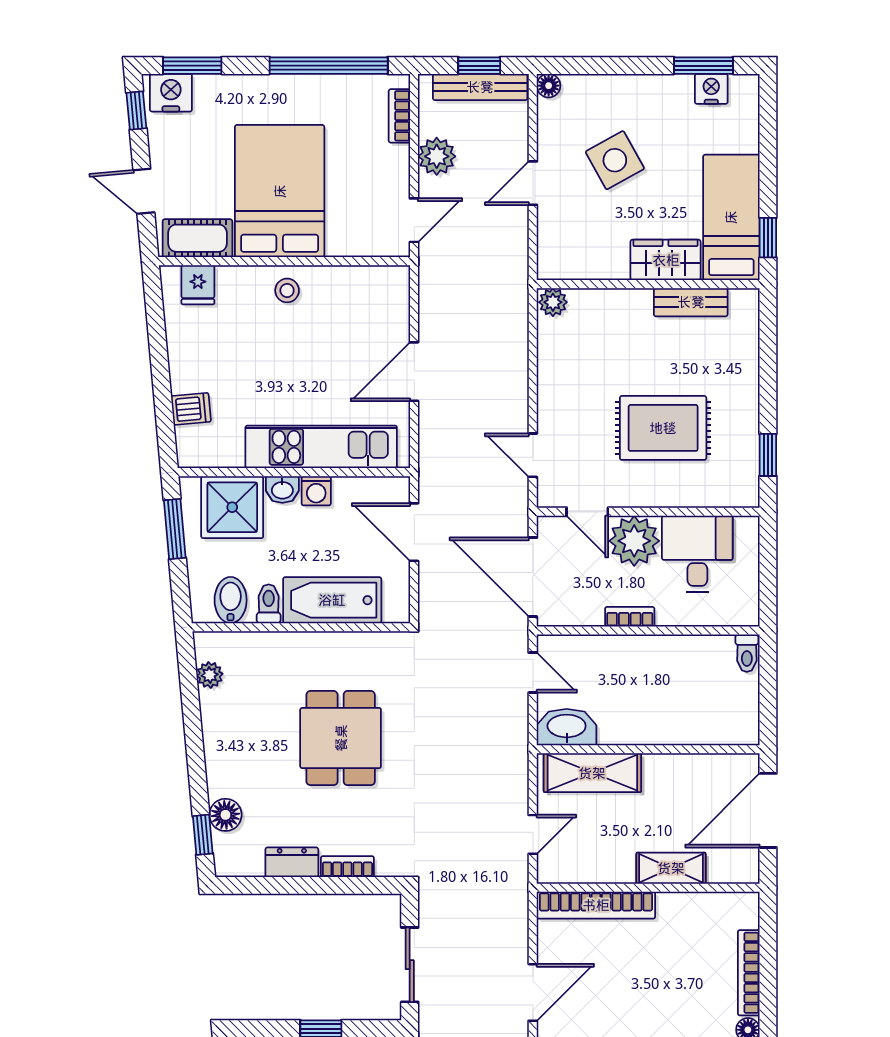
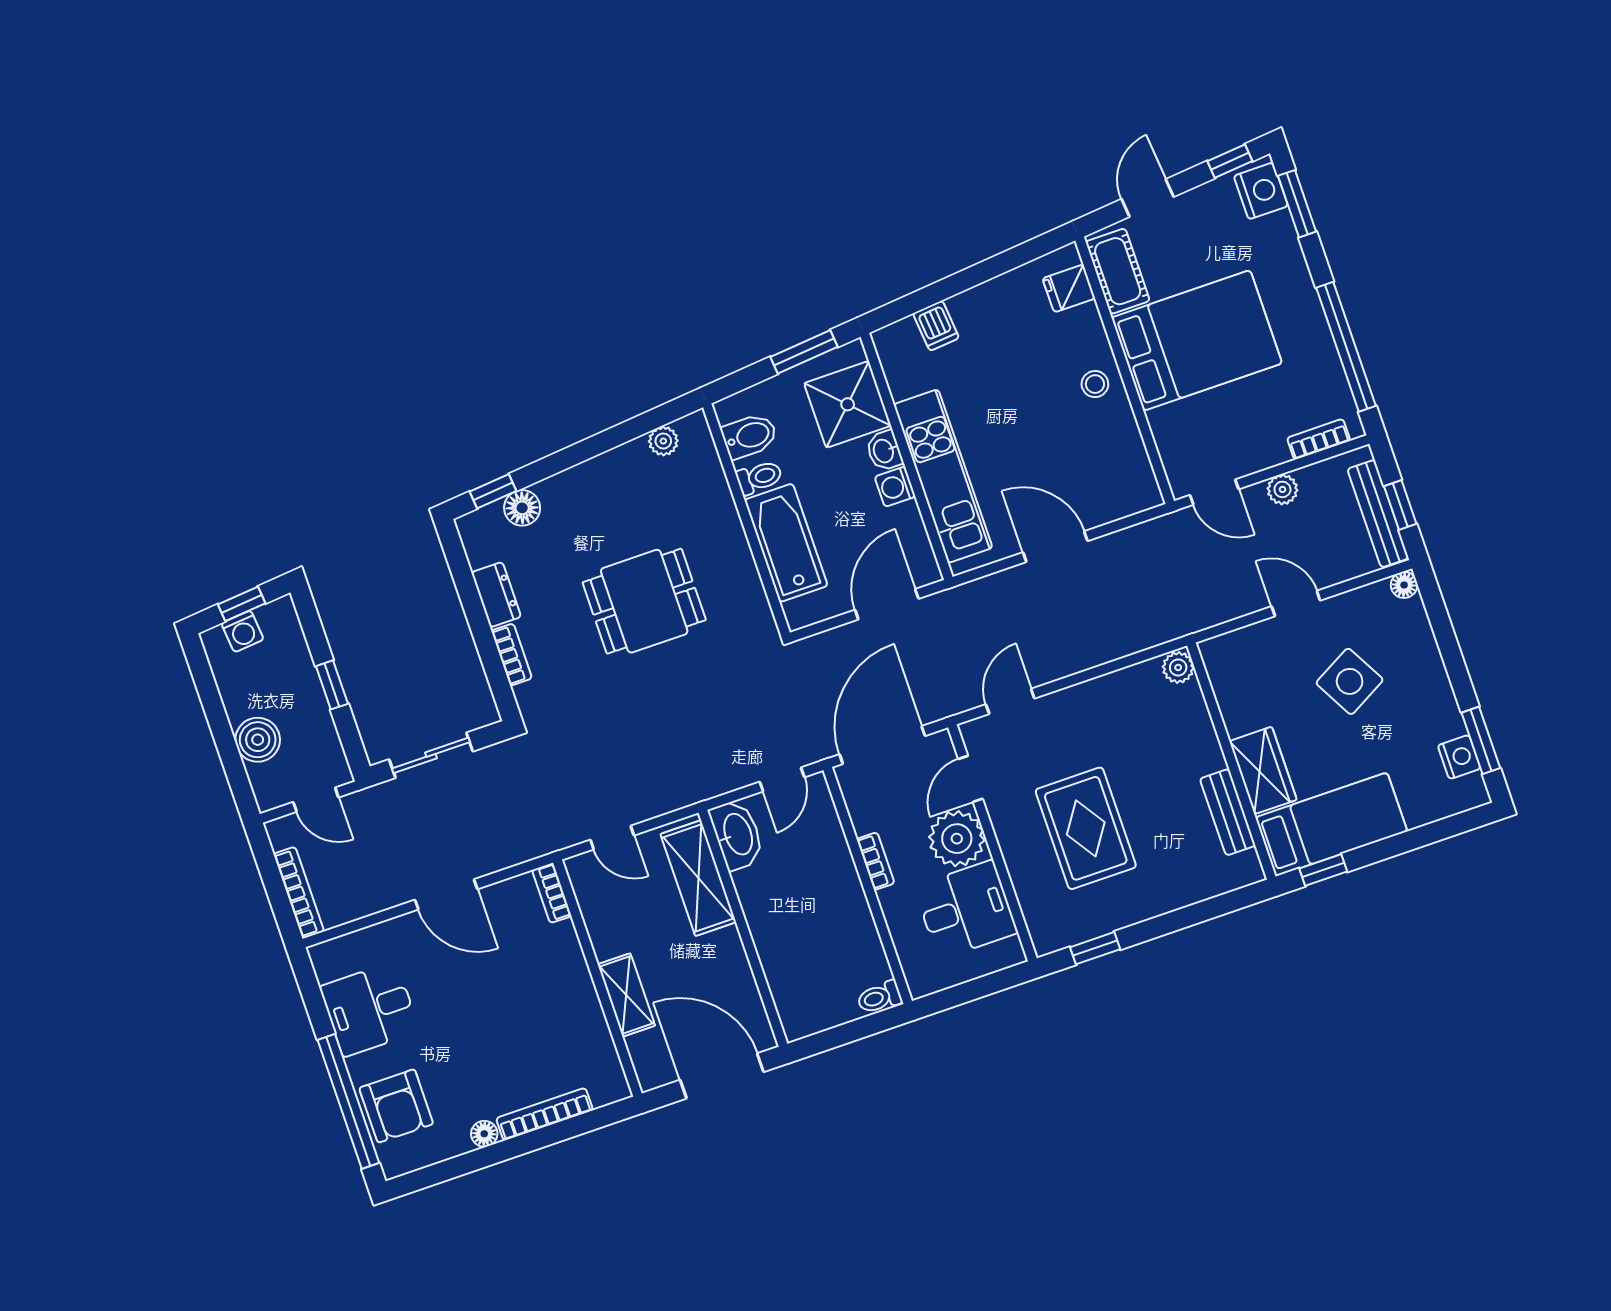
plant: (437, 156) -> (1282, 489), width x0.73, depth x0.73
bookcase: (596, 905) -> (552, 893), width x0.43, depth x0.76

